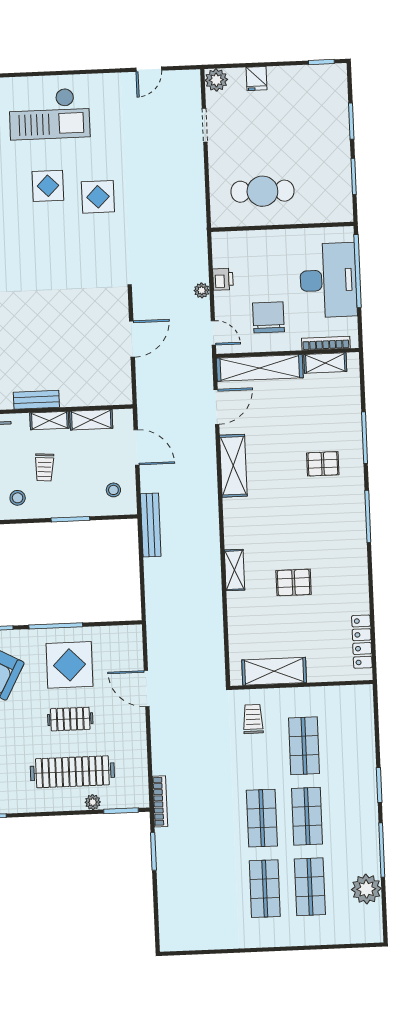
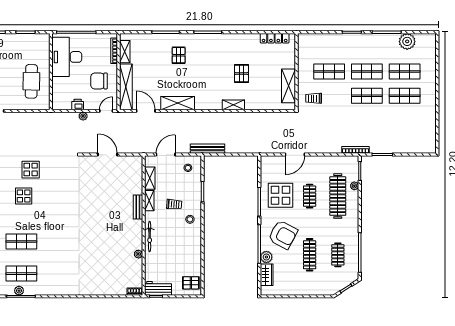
desk: (328, 280) -> (67, 57), moved, turned -90

